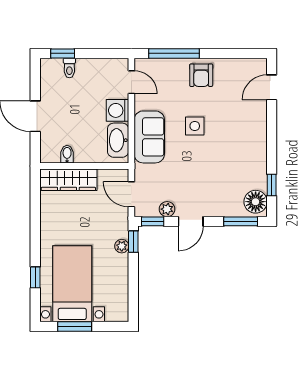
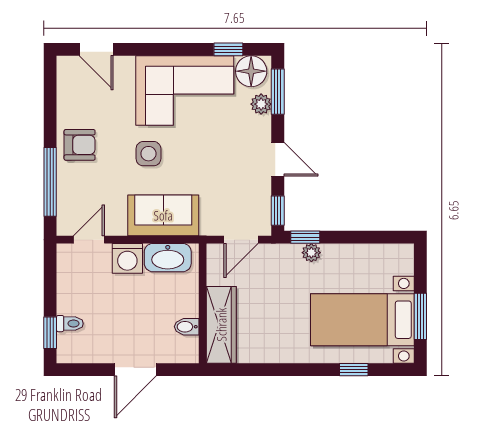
corner sofa: (241, 153) -> (185, 91), added
plant: (167, 209) -> (261, 104), moved

